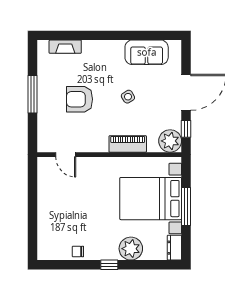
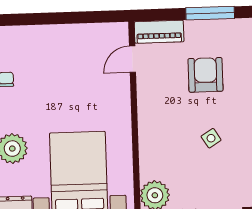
piano: (128, 144) -> (159, 32), moved, turned 90

